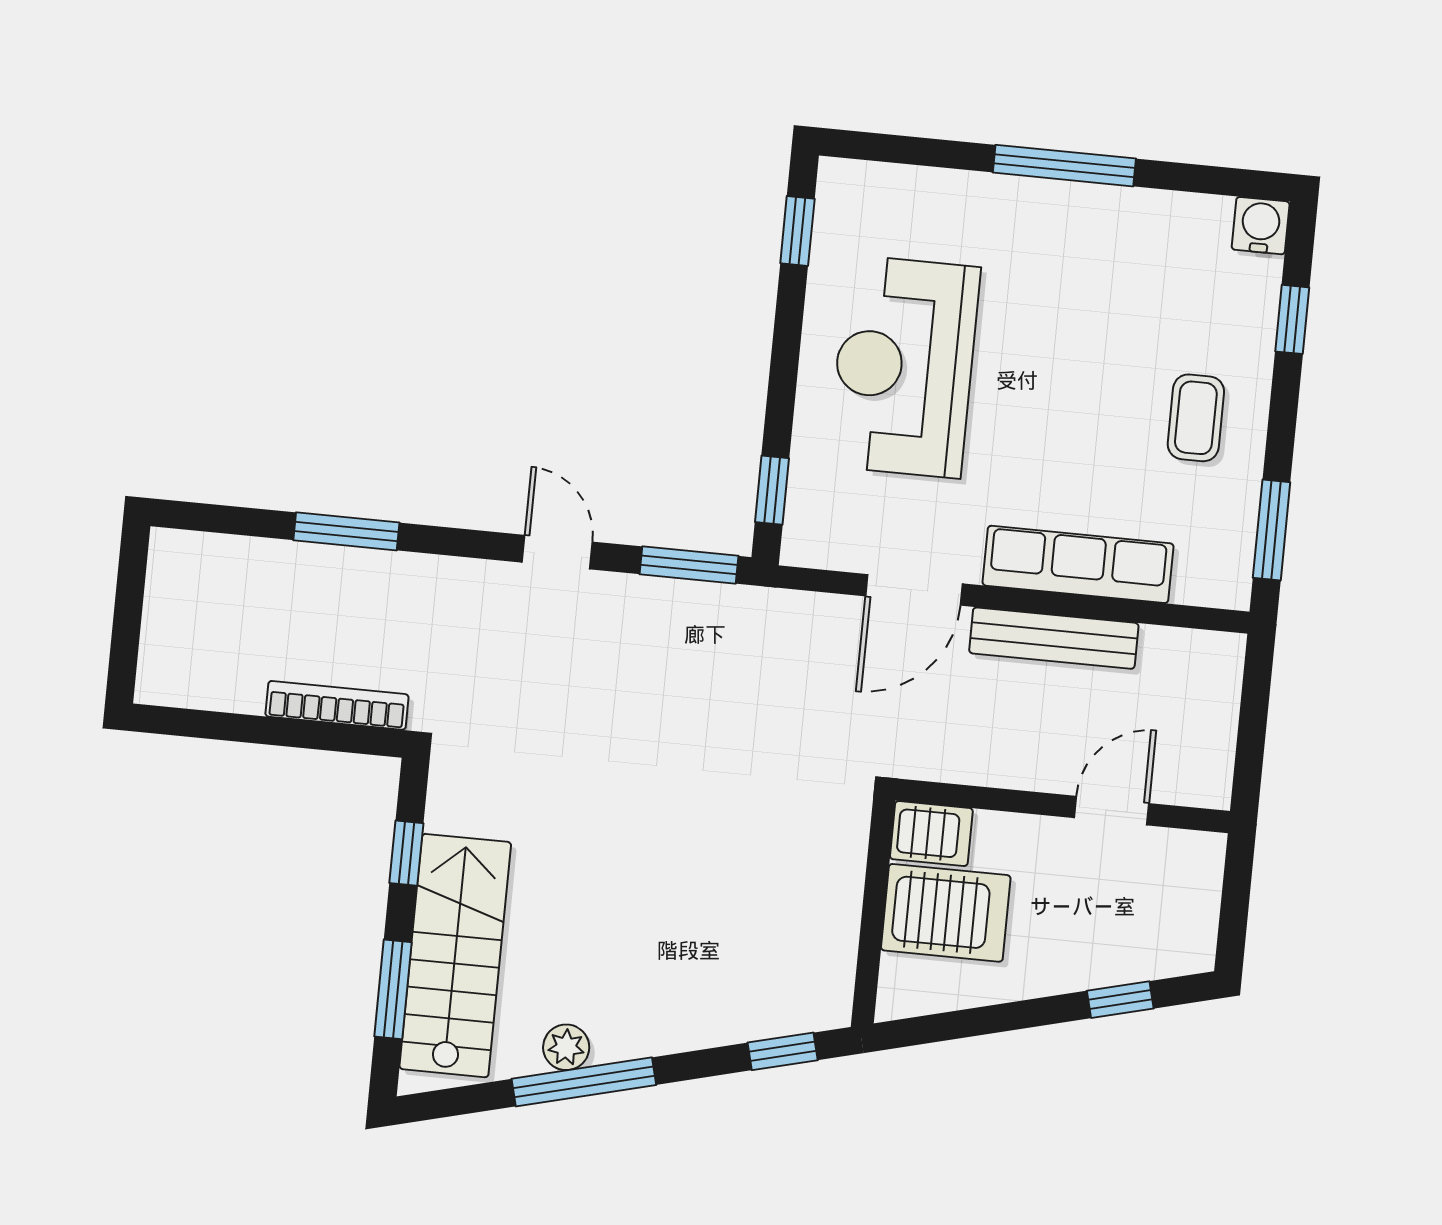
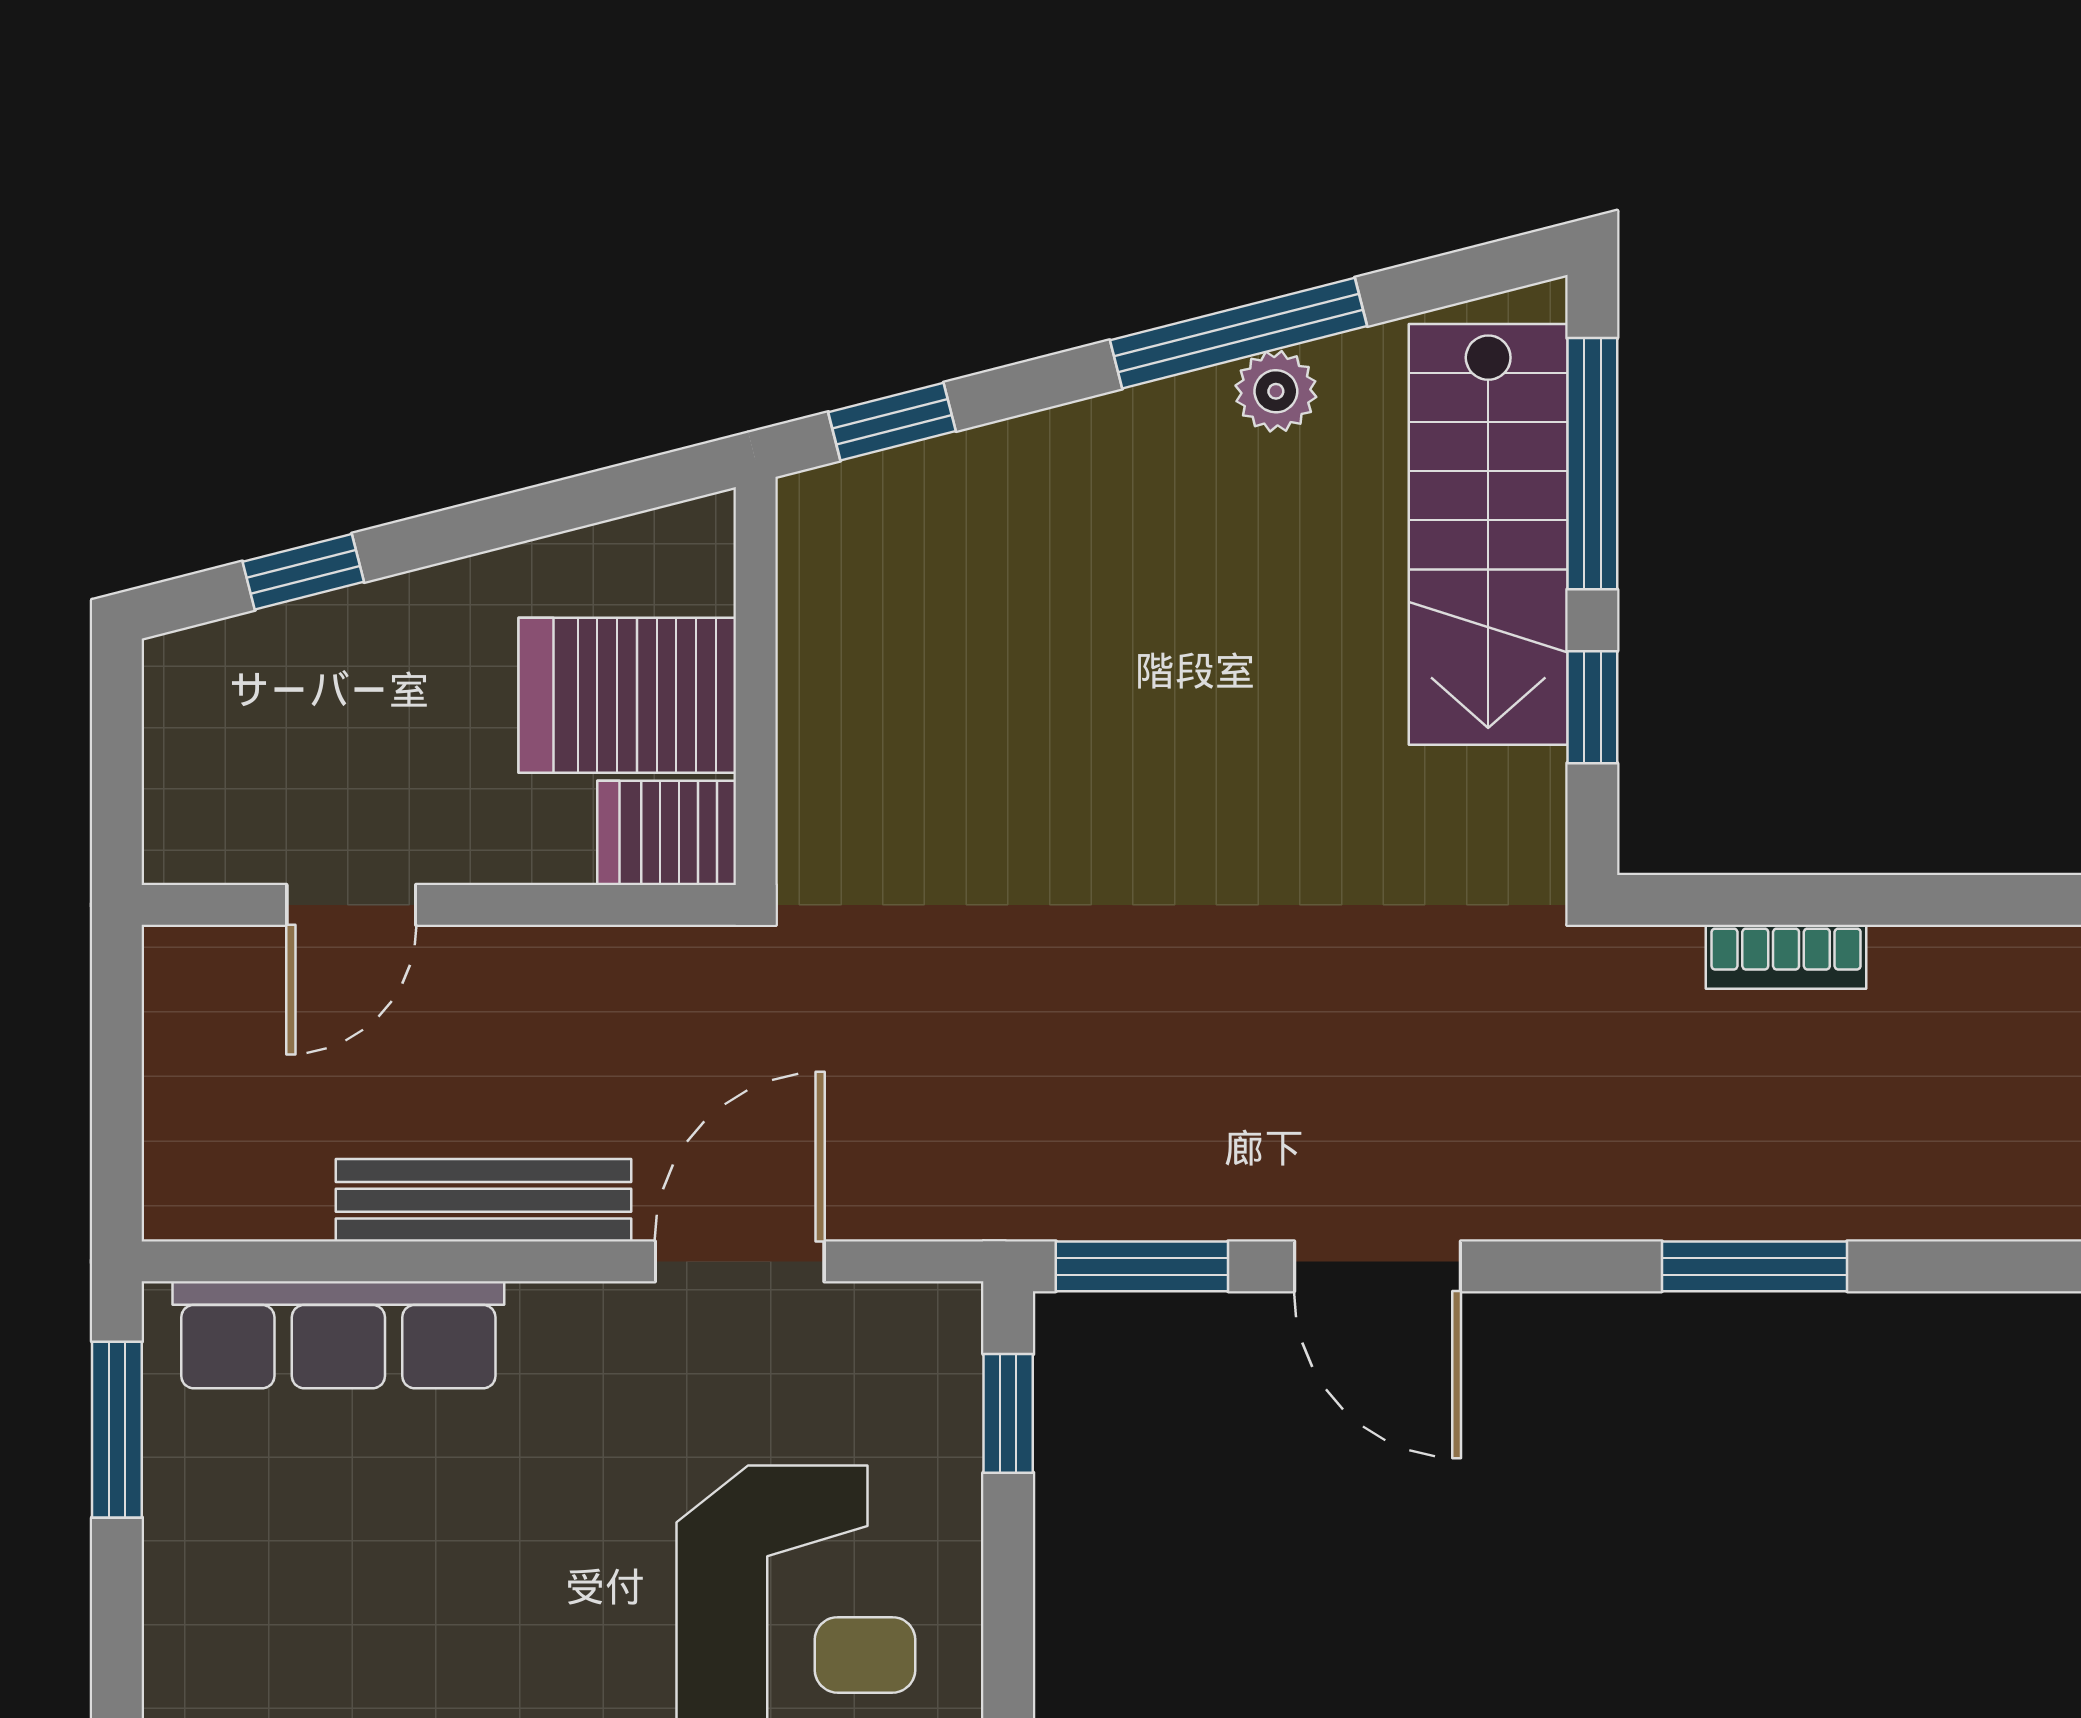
coffee table: (1196, 418) -> (270, 1615), removed
door: (557, 552) -> (1377, 1266), width x1.38
row of seats: (1078, 564) -> (338, 1335), moved
bookcase: (337, 705) -> (1786, 957), width x0.64
window: (393, 989) -> (1592, 464), width x1.44

